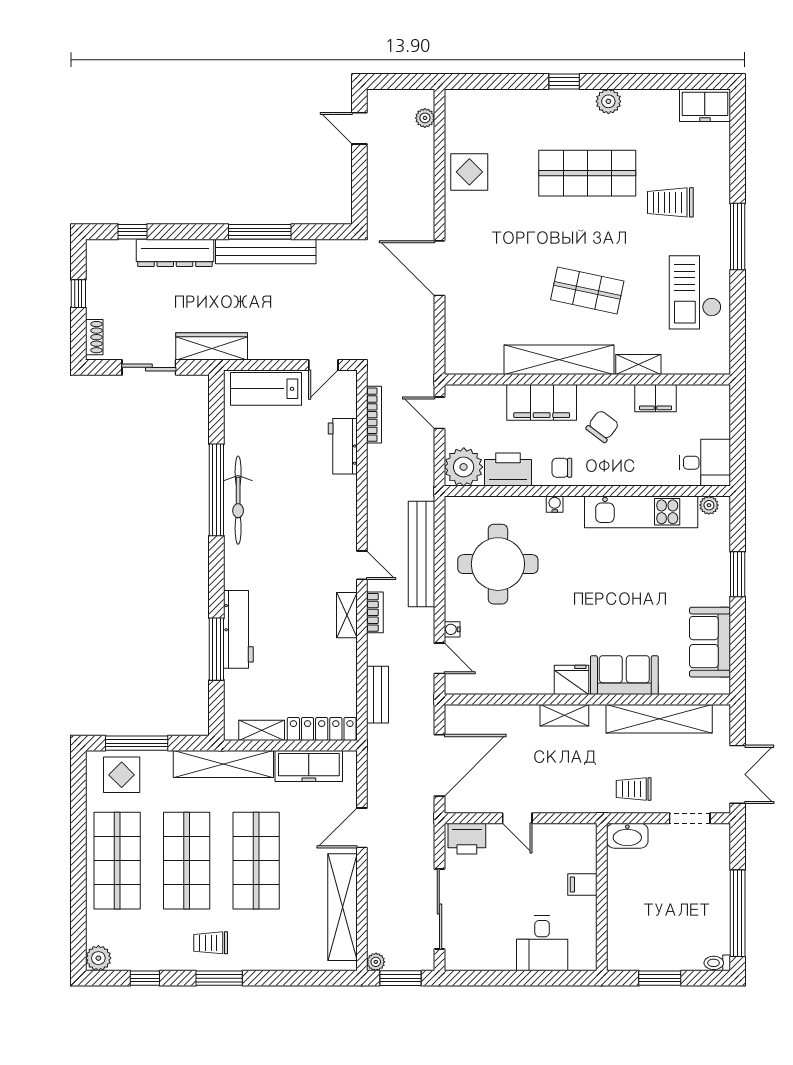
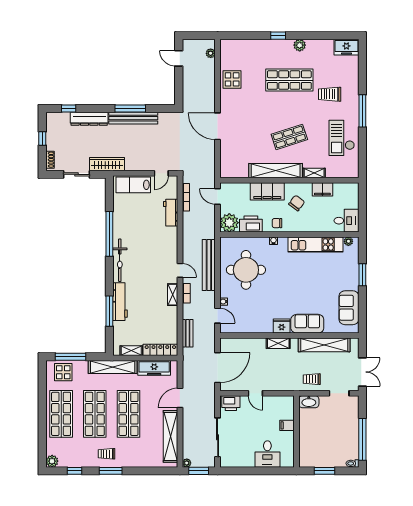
shop shelf: (587, 290) -> (289, 137), turned -30
bicycle: (238, 500) -> (120, 260), moved

